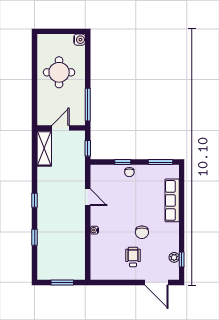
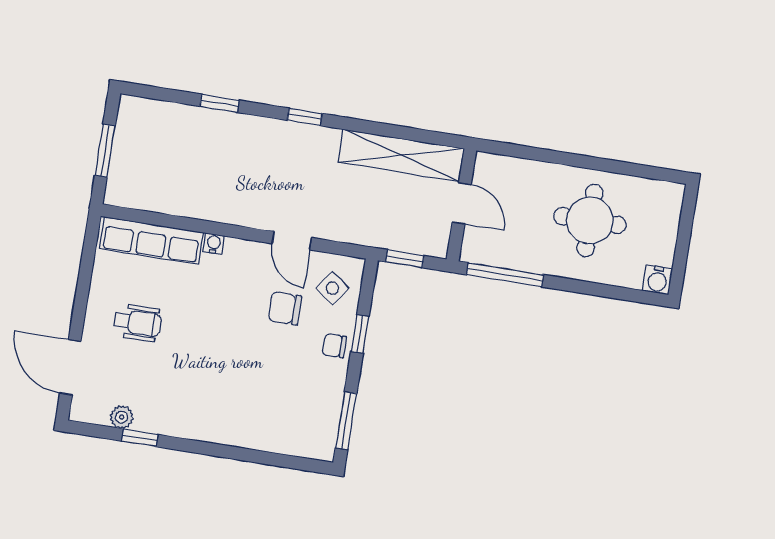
shelving: (44, 148) -> (401, 155), width x1.47
side table: (105, 177) -> (332, 288), added
door: (88, 197) -> (292, 241), hinge flipped
row of seats: (172, 200) -> (151, 241), moved, turned 180
chair: (142, 232) -> (285, 308), moved
window: (182, 260) -> (140, 438), moved
door: (156, 282) -> (70, 367), hinge flipped

